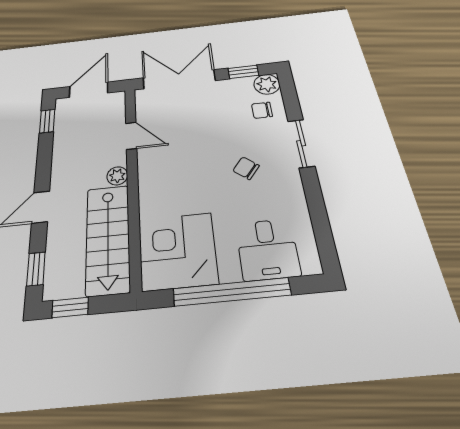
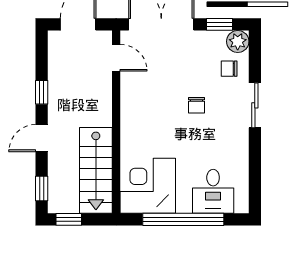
window: (47, 121) -> (42, 92), moved
door: (131, 136) -> (116, 58), moved
chair: (246, 168) -> (197, 105), moved, turned -129
plant: (117, 176) -> (104, 117), removed

